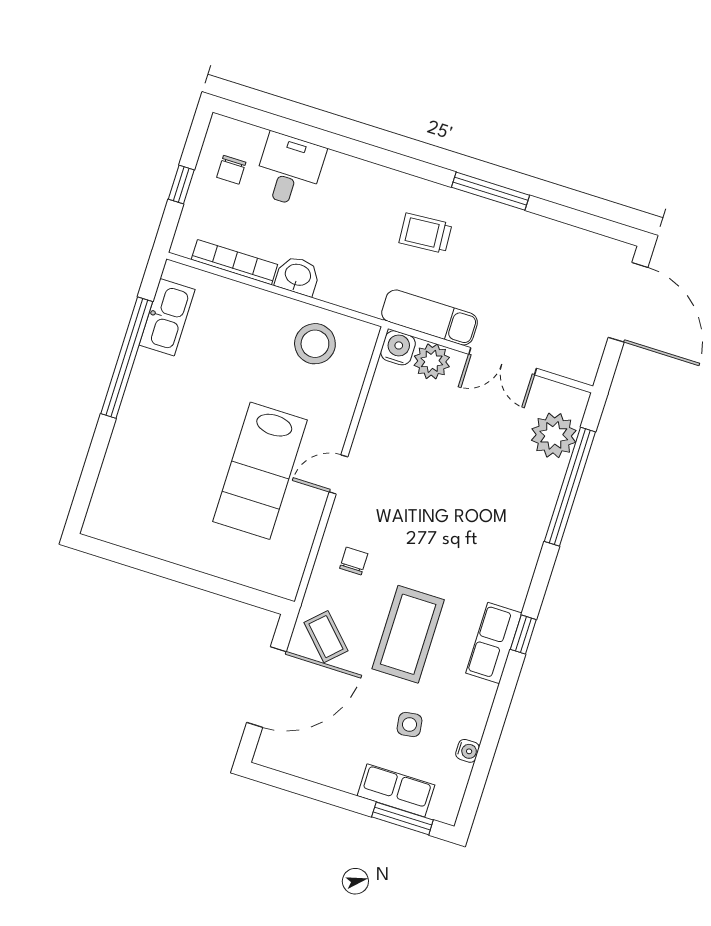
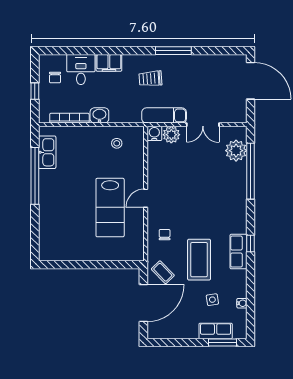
filing cabinet: (351, 175) -> (109, 63), added
stool: (315, 344) -> (117, 143), width x0.53, depth x0.53

